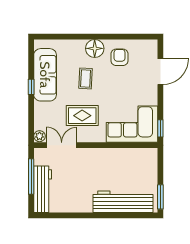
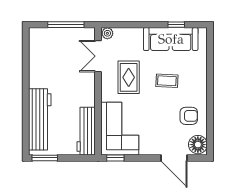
floor lamp: (95, 48) -> (198, 145), moved
window: (31, 87) -> (176, 25), moved
double door: (62, 145) -> (98, 56), swing flipped
workbench: (43, 189) -> (86, 131), moved, turned 90

